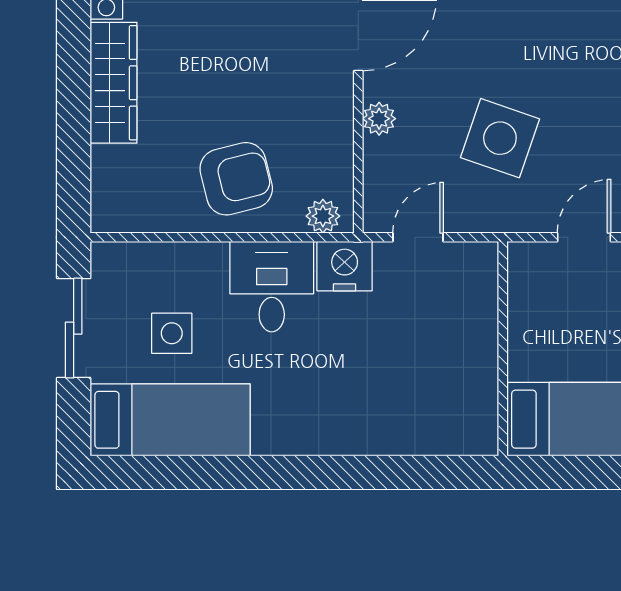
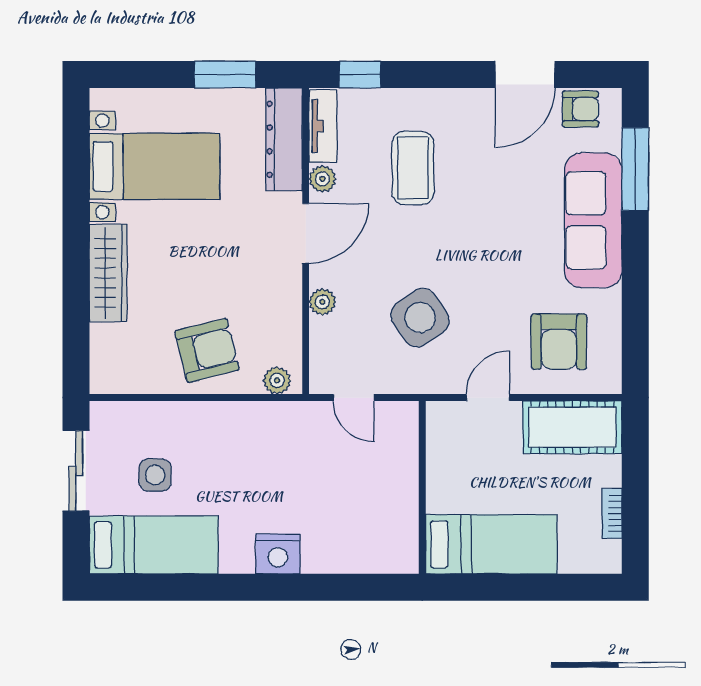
side table: (500, 138) -> (420, 318), turned 37
door: (418, 237) -> (354, 398), swing flipped
nightstand: (345, 266) -> (278, 554), moved, turned 180
desk: (272, 287) -> (236, 437), removed

